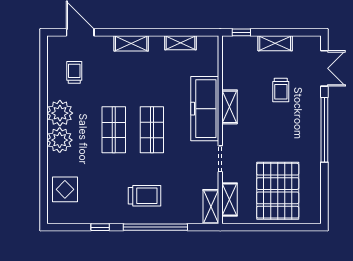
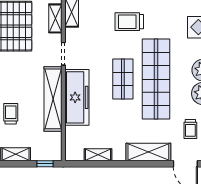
shelving: (131, 43) -> (148, 152), width x1.50, depth x1.33
shelving: (230, 107) -> (53, 99), width x2.20, depth x1.33
shop shelf: (114, 130) -> (156, 79), width x2.00, depth x1.36

